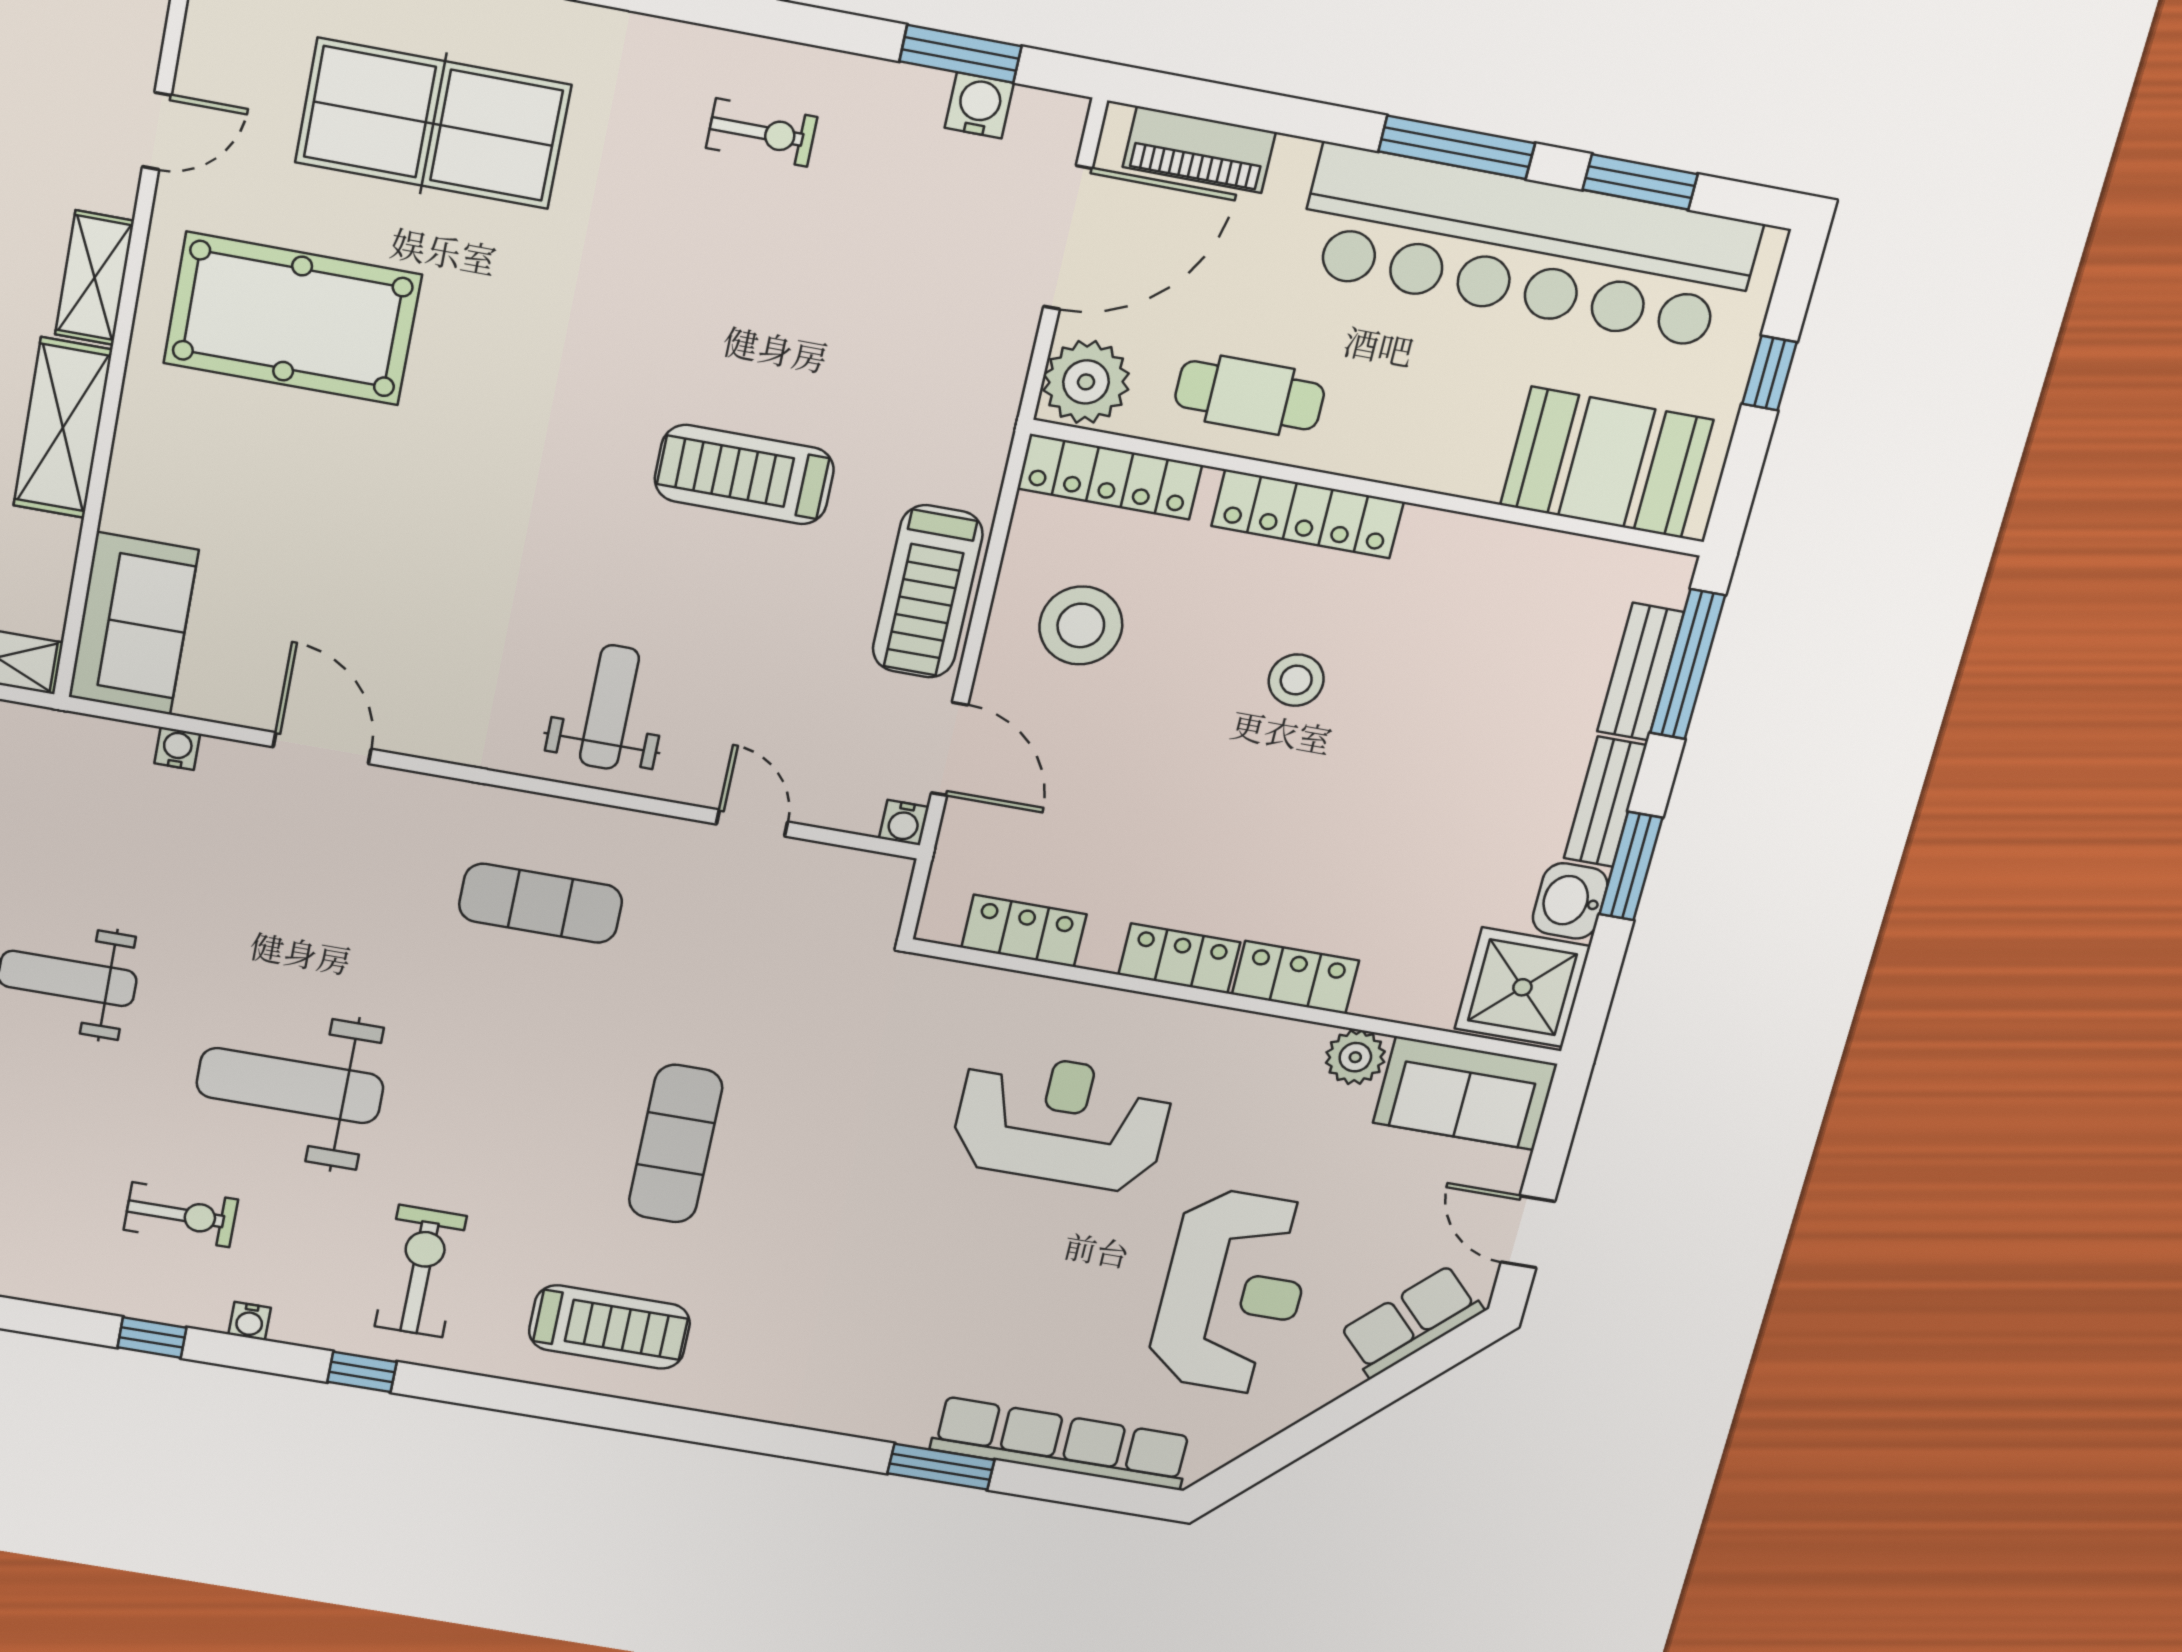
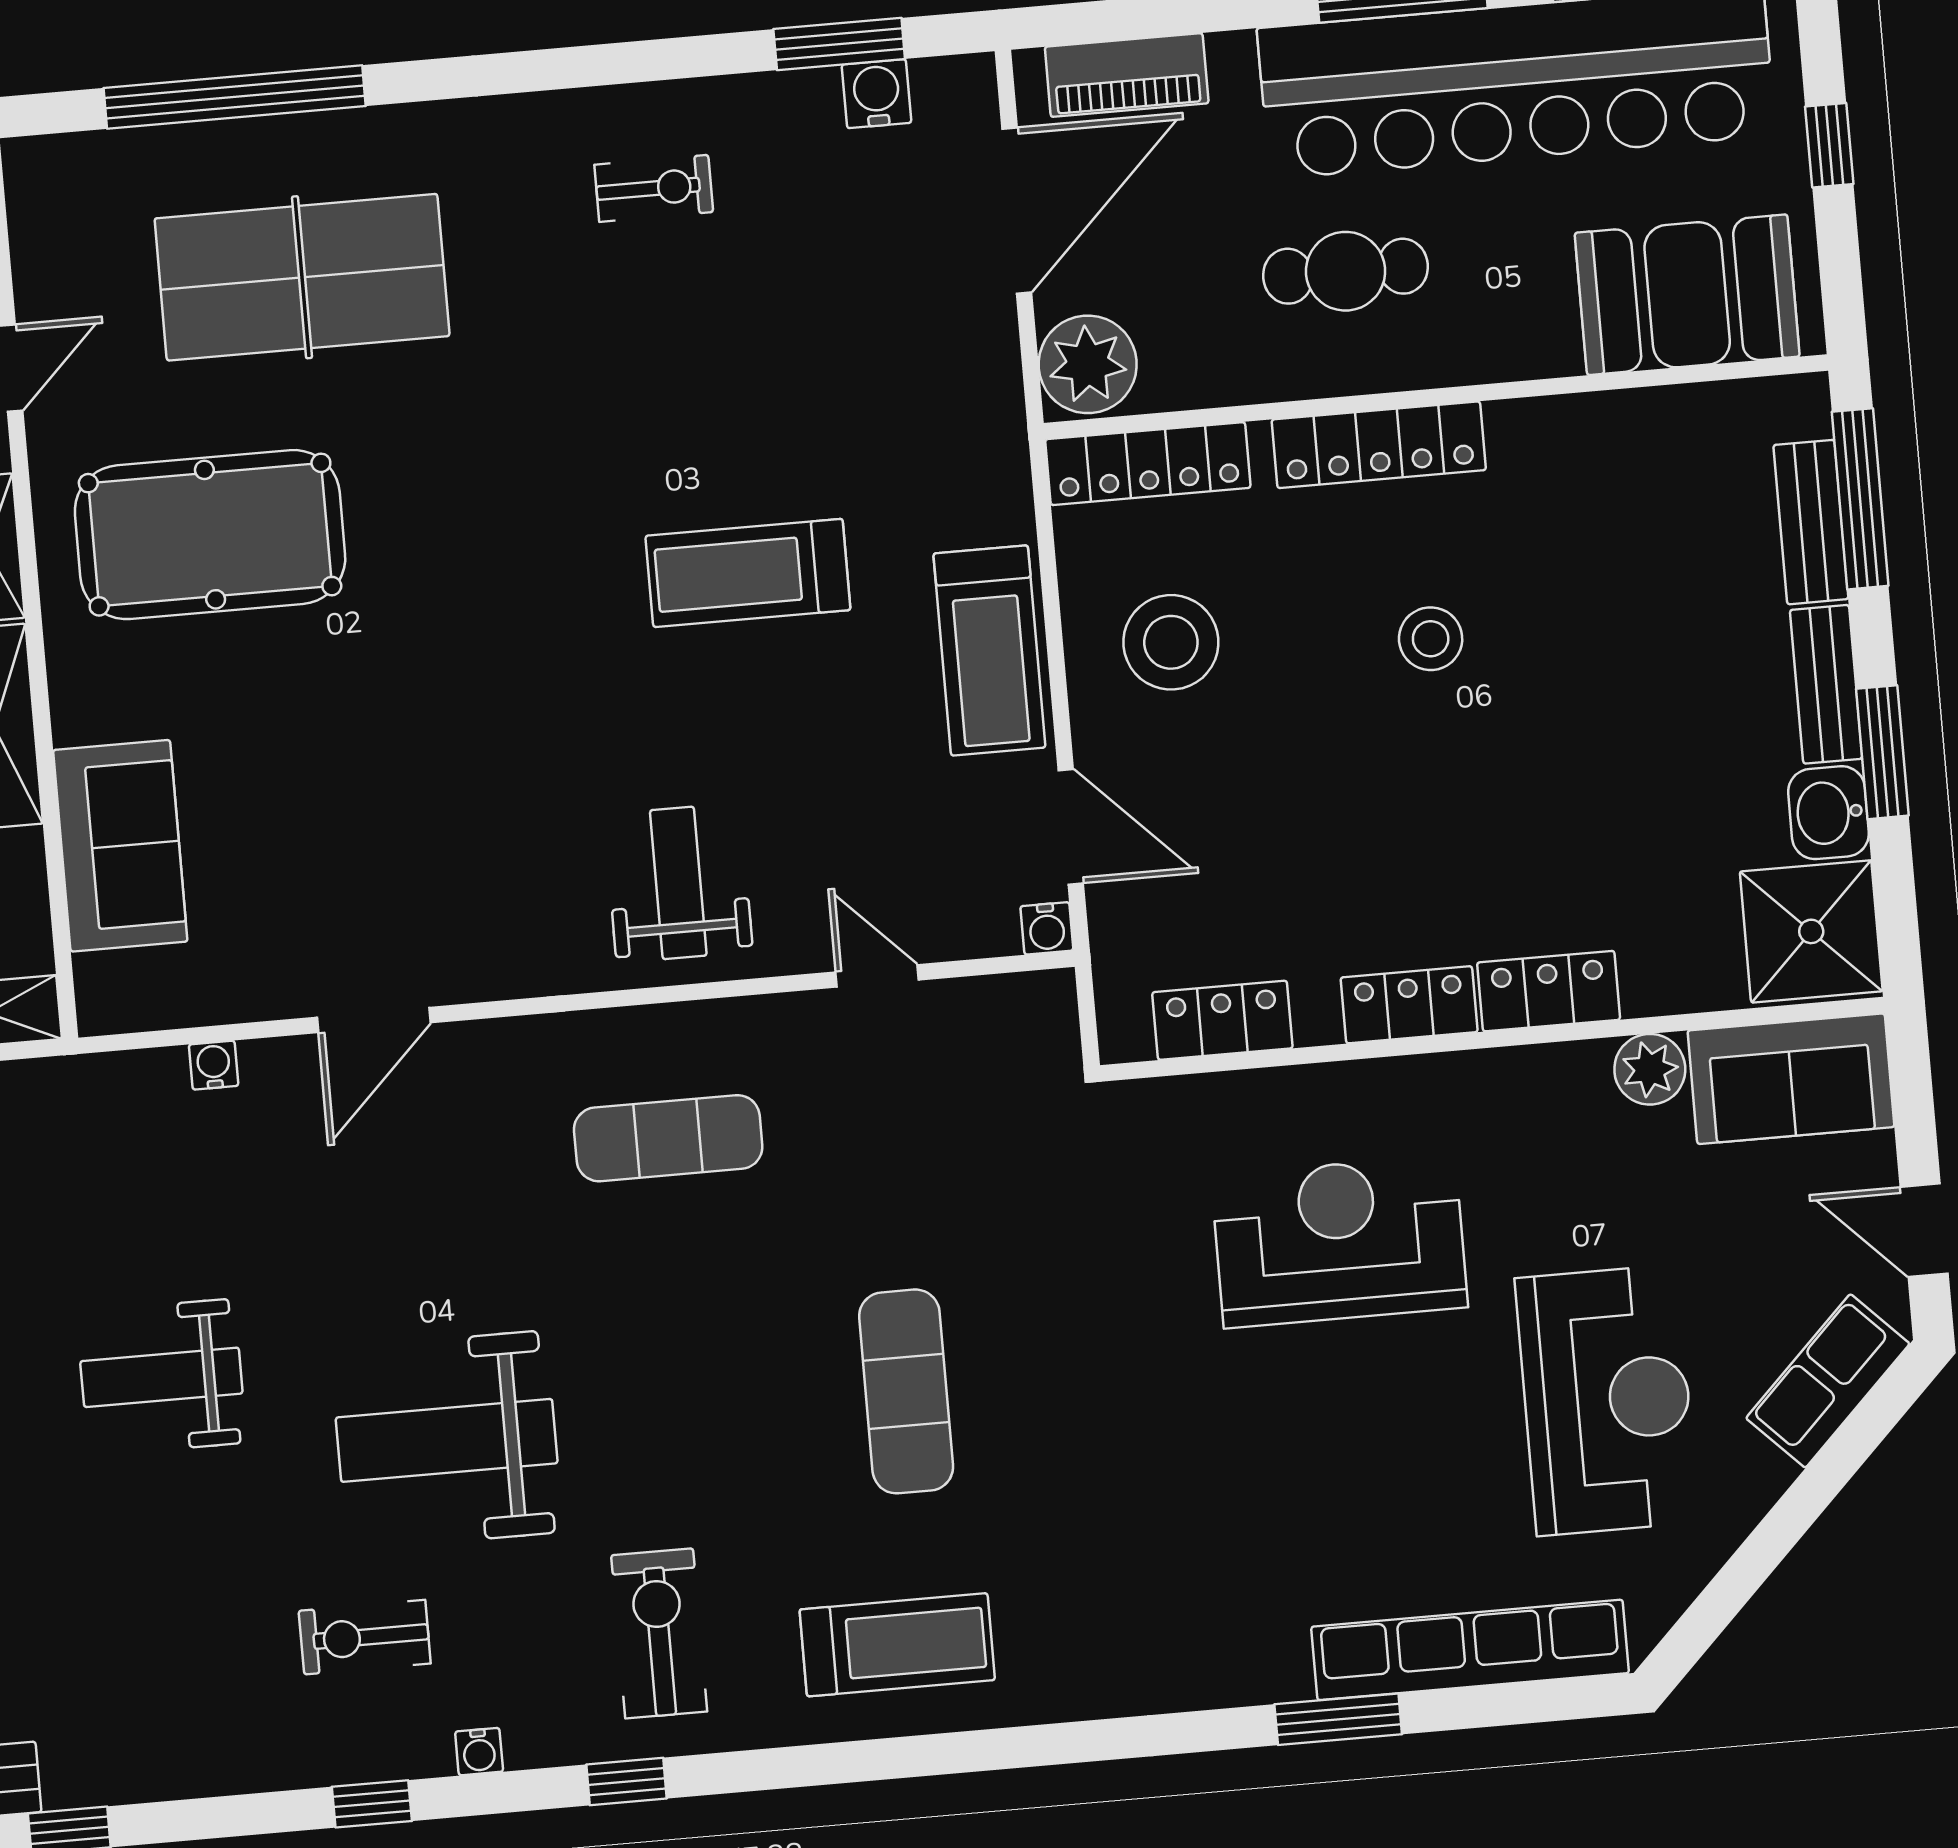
cafe table: (1250, 395) -> (1346, 271), moved
sofa: (133, 624) -> (120, 846), moved
door: (322, 748) -> (374, 1020), swing flipped
exercise bike: (181, 1215) -> (365, 1637), turned 180

